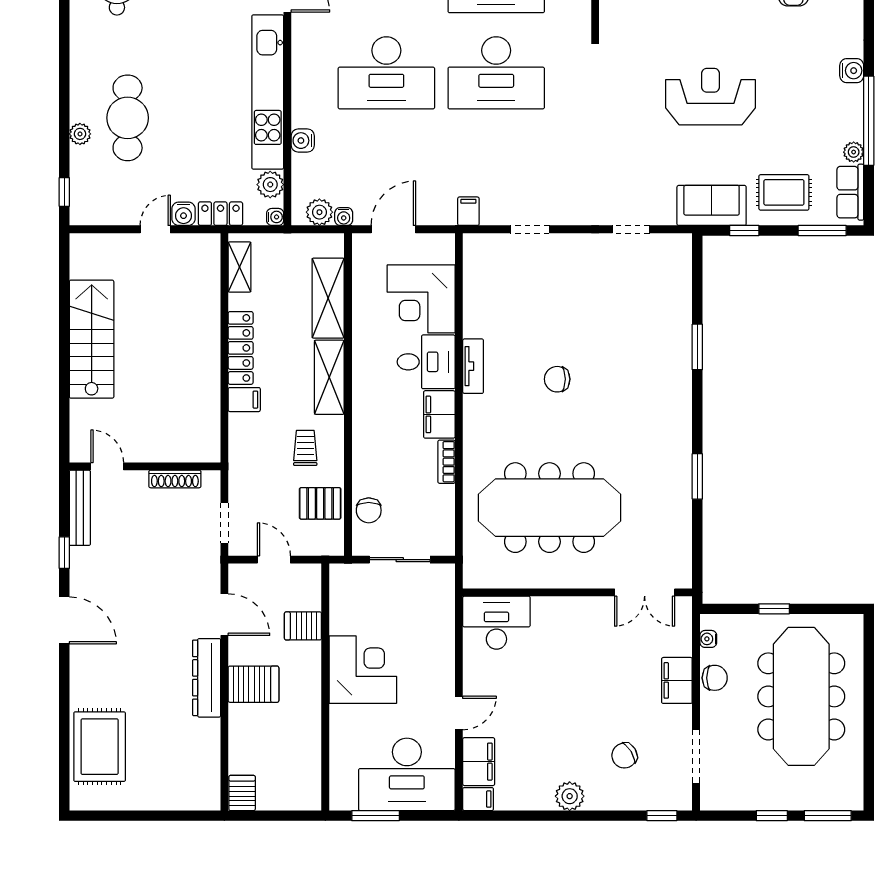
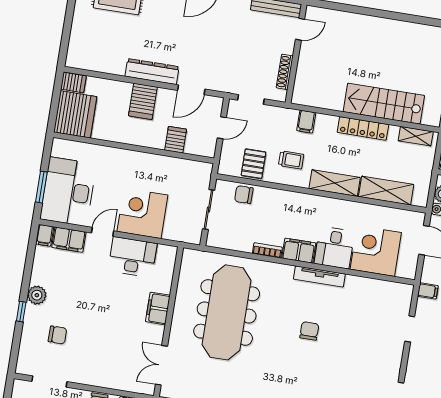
stairs: (92, 339) -> (384, 104), moved, turned 180
tv unit: (473, 366) -> (319, 276), width x1.41
filing cabinet: (244, 400) -> (306, 122), moved
desk: (496, 623) -> (133, 257), moved, turned -90
corner desk: (363, 670) -> (142, 213), moved, turned 180
filing cabinet: (677, 680) -> (158, 308), moved, turned -90
door: (459, 713) -> (103, 232), swing flipped
chair: (624, 756) -> (57, 335), turned 121
server rack: (289, 783) -> (75, 114), added
window: (376, 816) -> (41, 187), moved
window: (662, 816) -> (21, 312), moved

